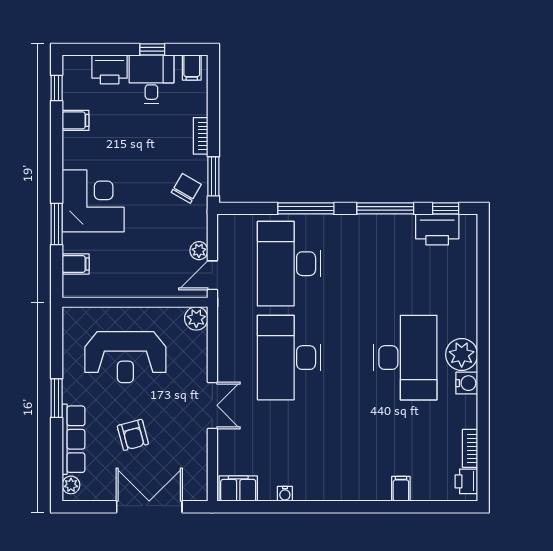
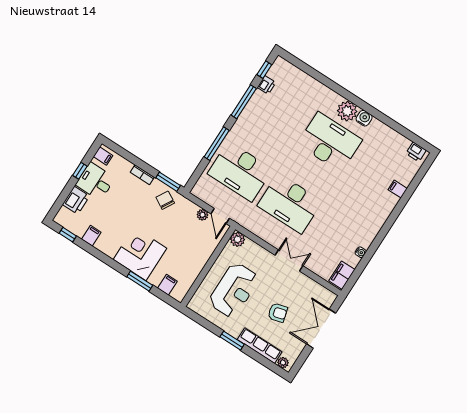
printer: (437, 229) -> (266, 85), width x0.53, depth x0.68
bookcase: (470, 448) -> (400, 139), removed

